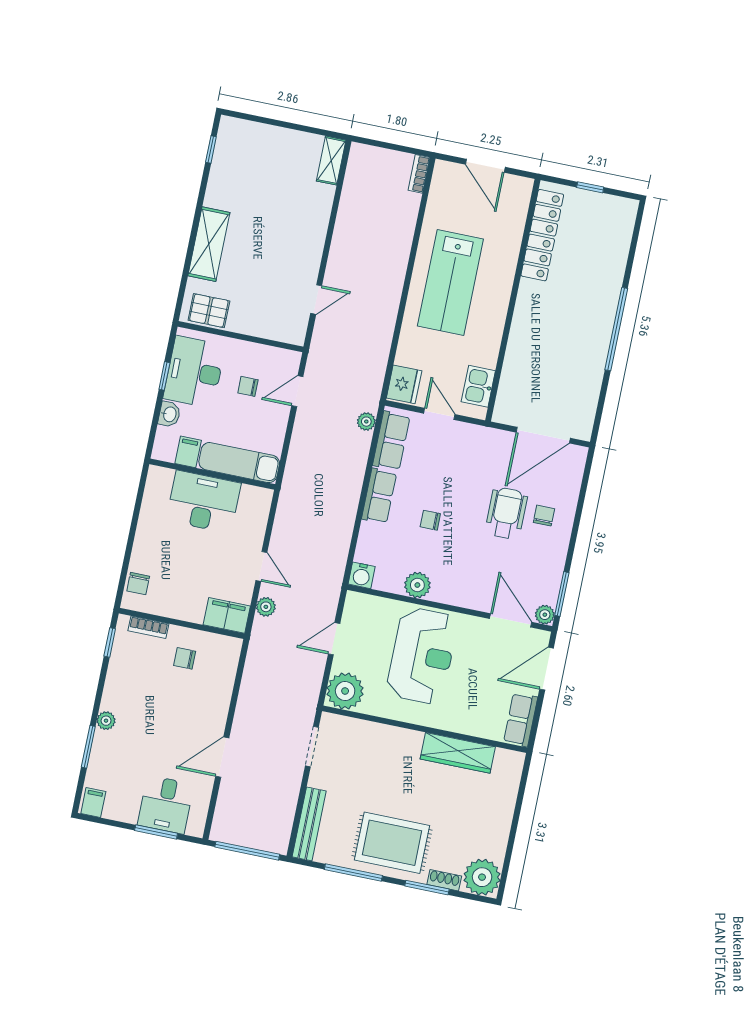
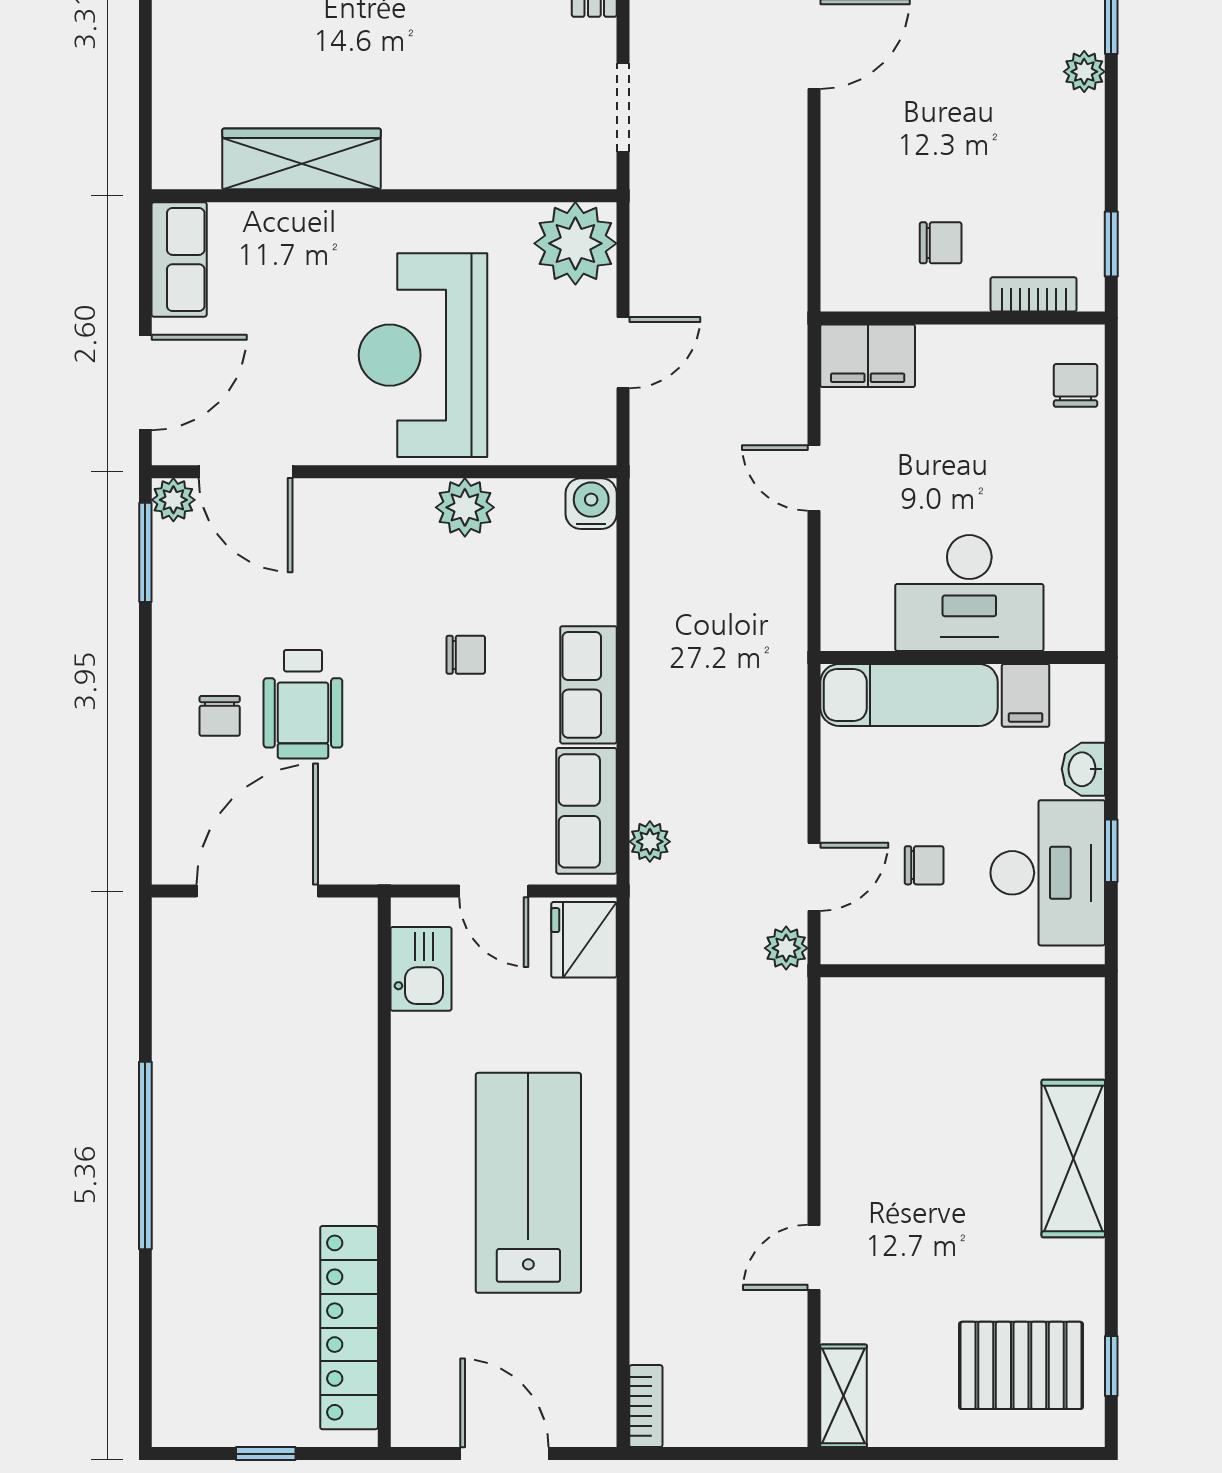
door: (316, 300) -> (814, 1257), moved
pallet: (209, 311) -> (1021, 1365), moved, width x1.50, depth x1.42
plant: (266, 607) -> (786, 948), moved

